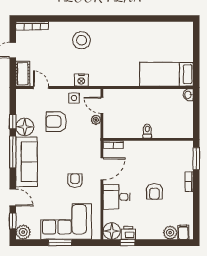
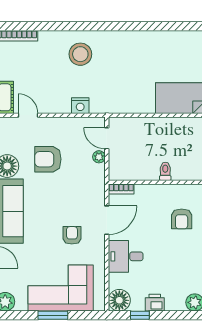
side table: (74, 98) -> (71, 129), removed
armchair: (154, 192) -> (182, 219), moved
printer: (128, 233) -> (155, 303), moved

